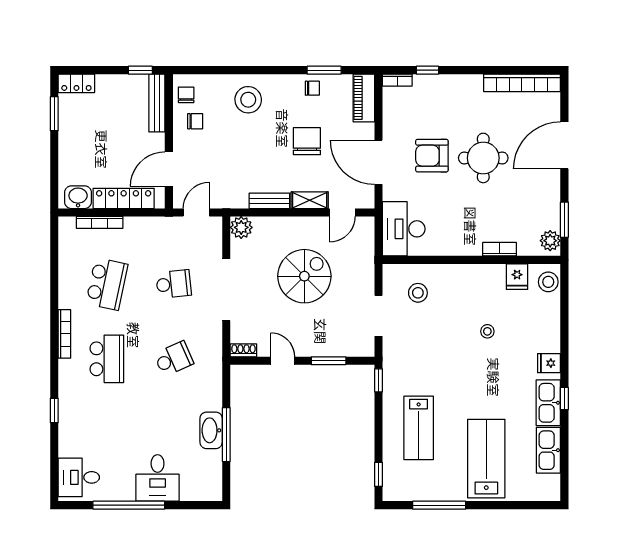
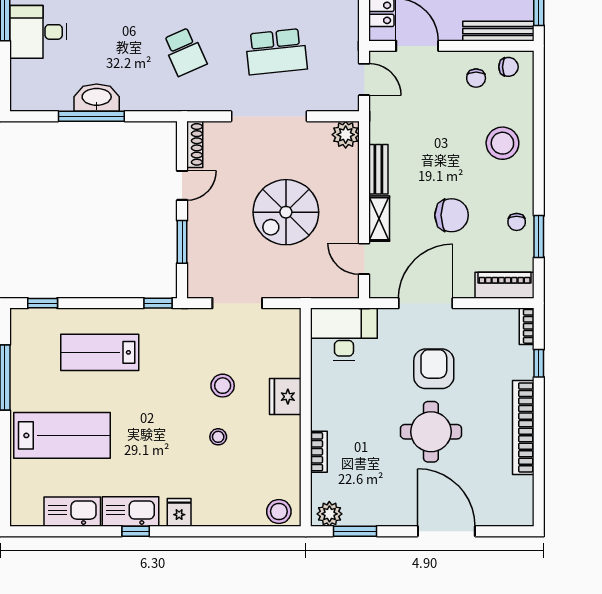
bookcase: (522, 83) -> (523, 427), moved
spiral stairs: (304, 276) -> (286, 212), turned 90
fridge: (517, 277) -> (285, 397), moved, width x1.38
school desk: (174, 284) -> (276, 52), width x1.85
stool: (418, 293) -> (223, 386), moved
shoe rack: (243, 350) -> (195, 144), width x1.43

